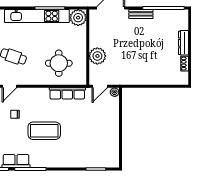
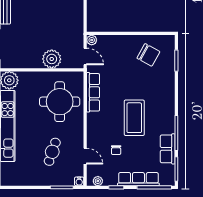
round table: (59, 63) -> (60, 102), width x1.36, depth x1.36
chair: (101, 144) -> (148, 55), added

